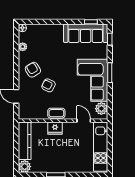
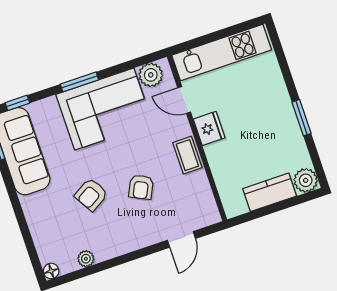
armchair: (33, 70) -> (91, 195), moved
door: (84, 121) -> (184, 100), hinge flipped
fridge: (55, 128) -> (209, 128), moved
kitchen counter: (25, 141) -> (270, 192), width x0.67

